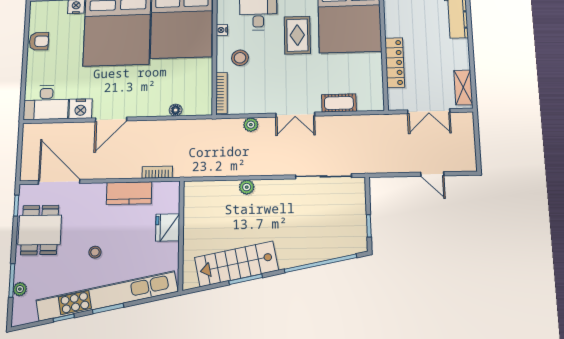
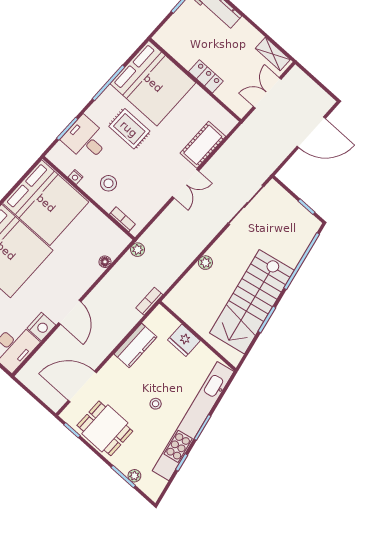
locker: (395, 63) -> (206, 76), width x0.66
bookcase: (222, 93) -> (122, 219), width x0.64
cot: (339, 103) -> (203, 145), width x1.37, depth x1.34
double door: (429, 111) -> (267, 93), swing flipped
plant: (251, 125) -> (138, 250), moved
bookcase: (157, 172) -> (149, 301), moved
door: (432, 174) -> (311, 132), width x1.87
stairs: (236, 264) -> (252, 302), width x1.36, depth x1.51

